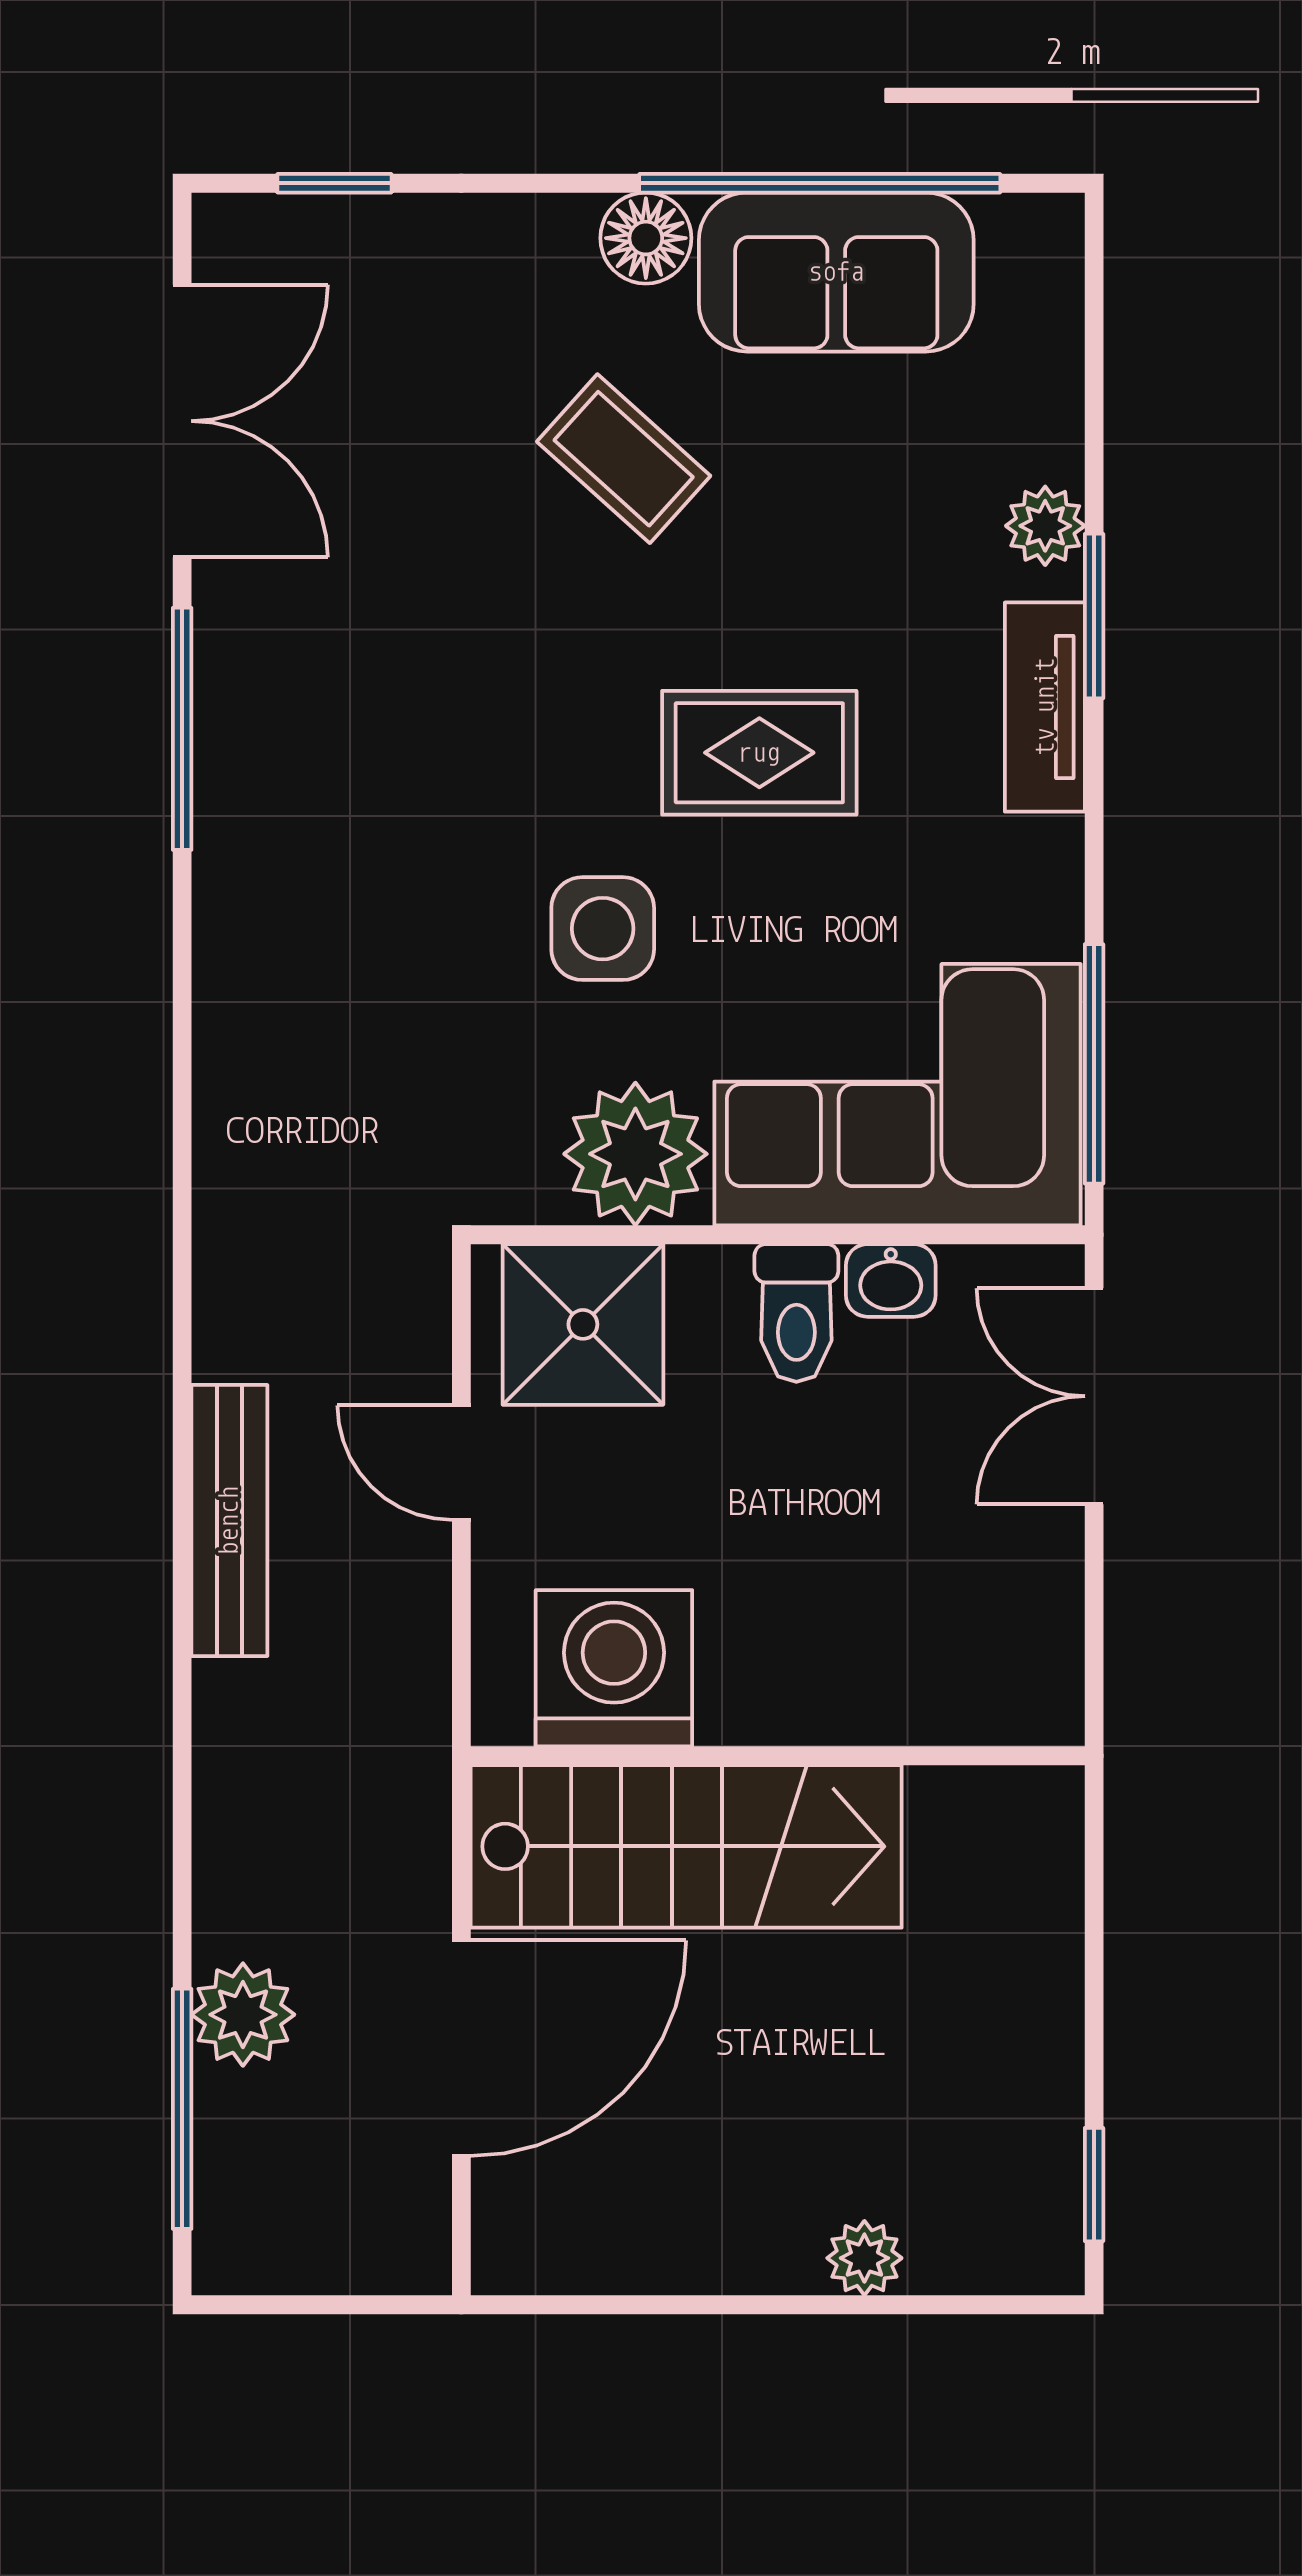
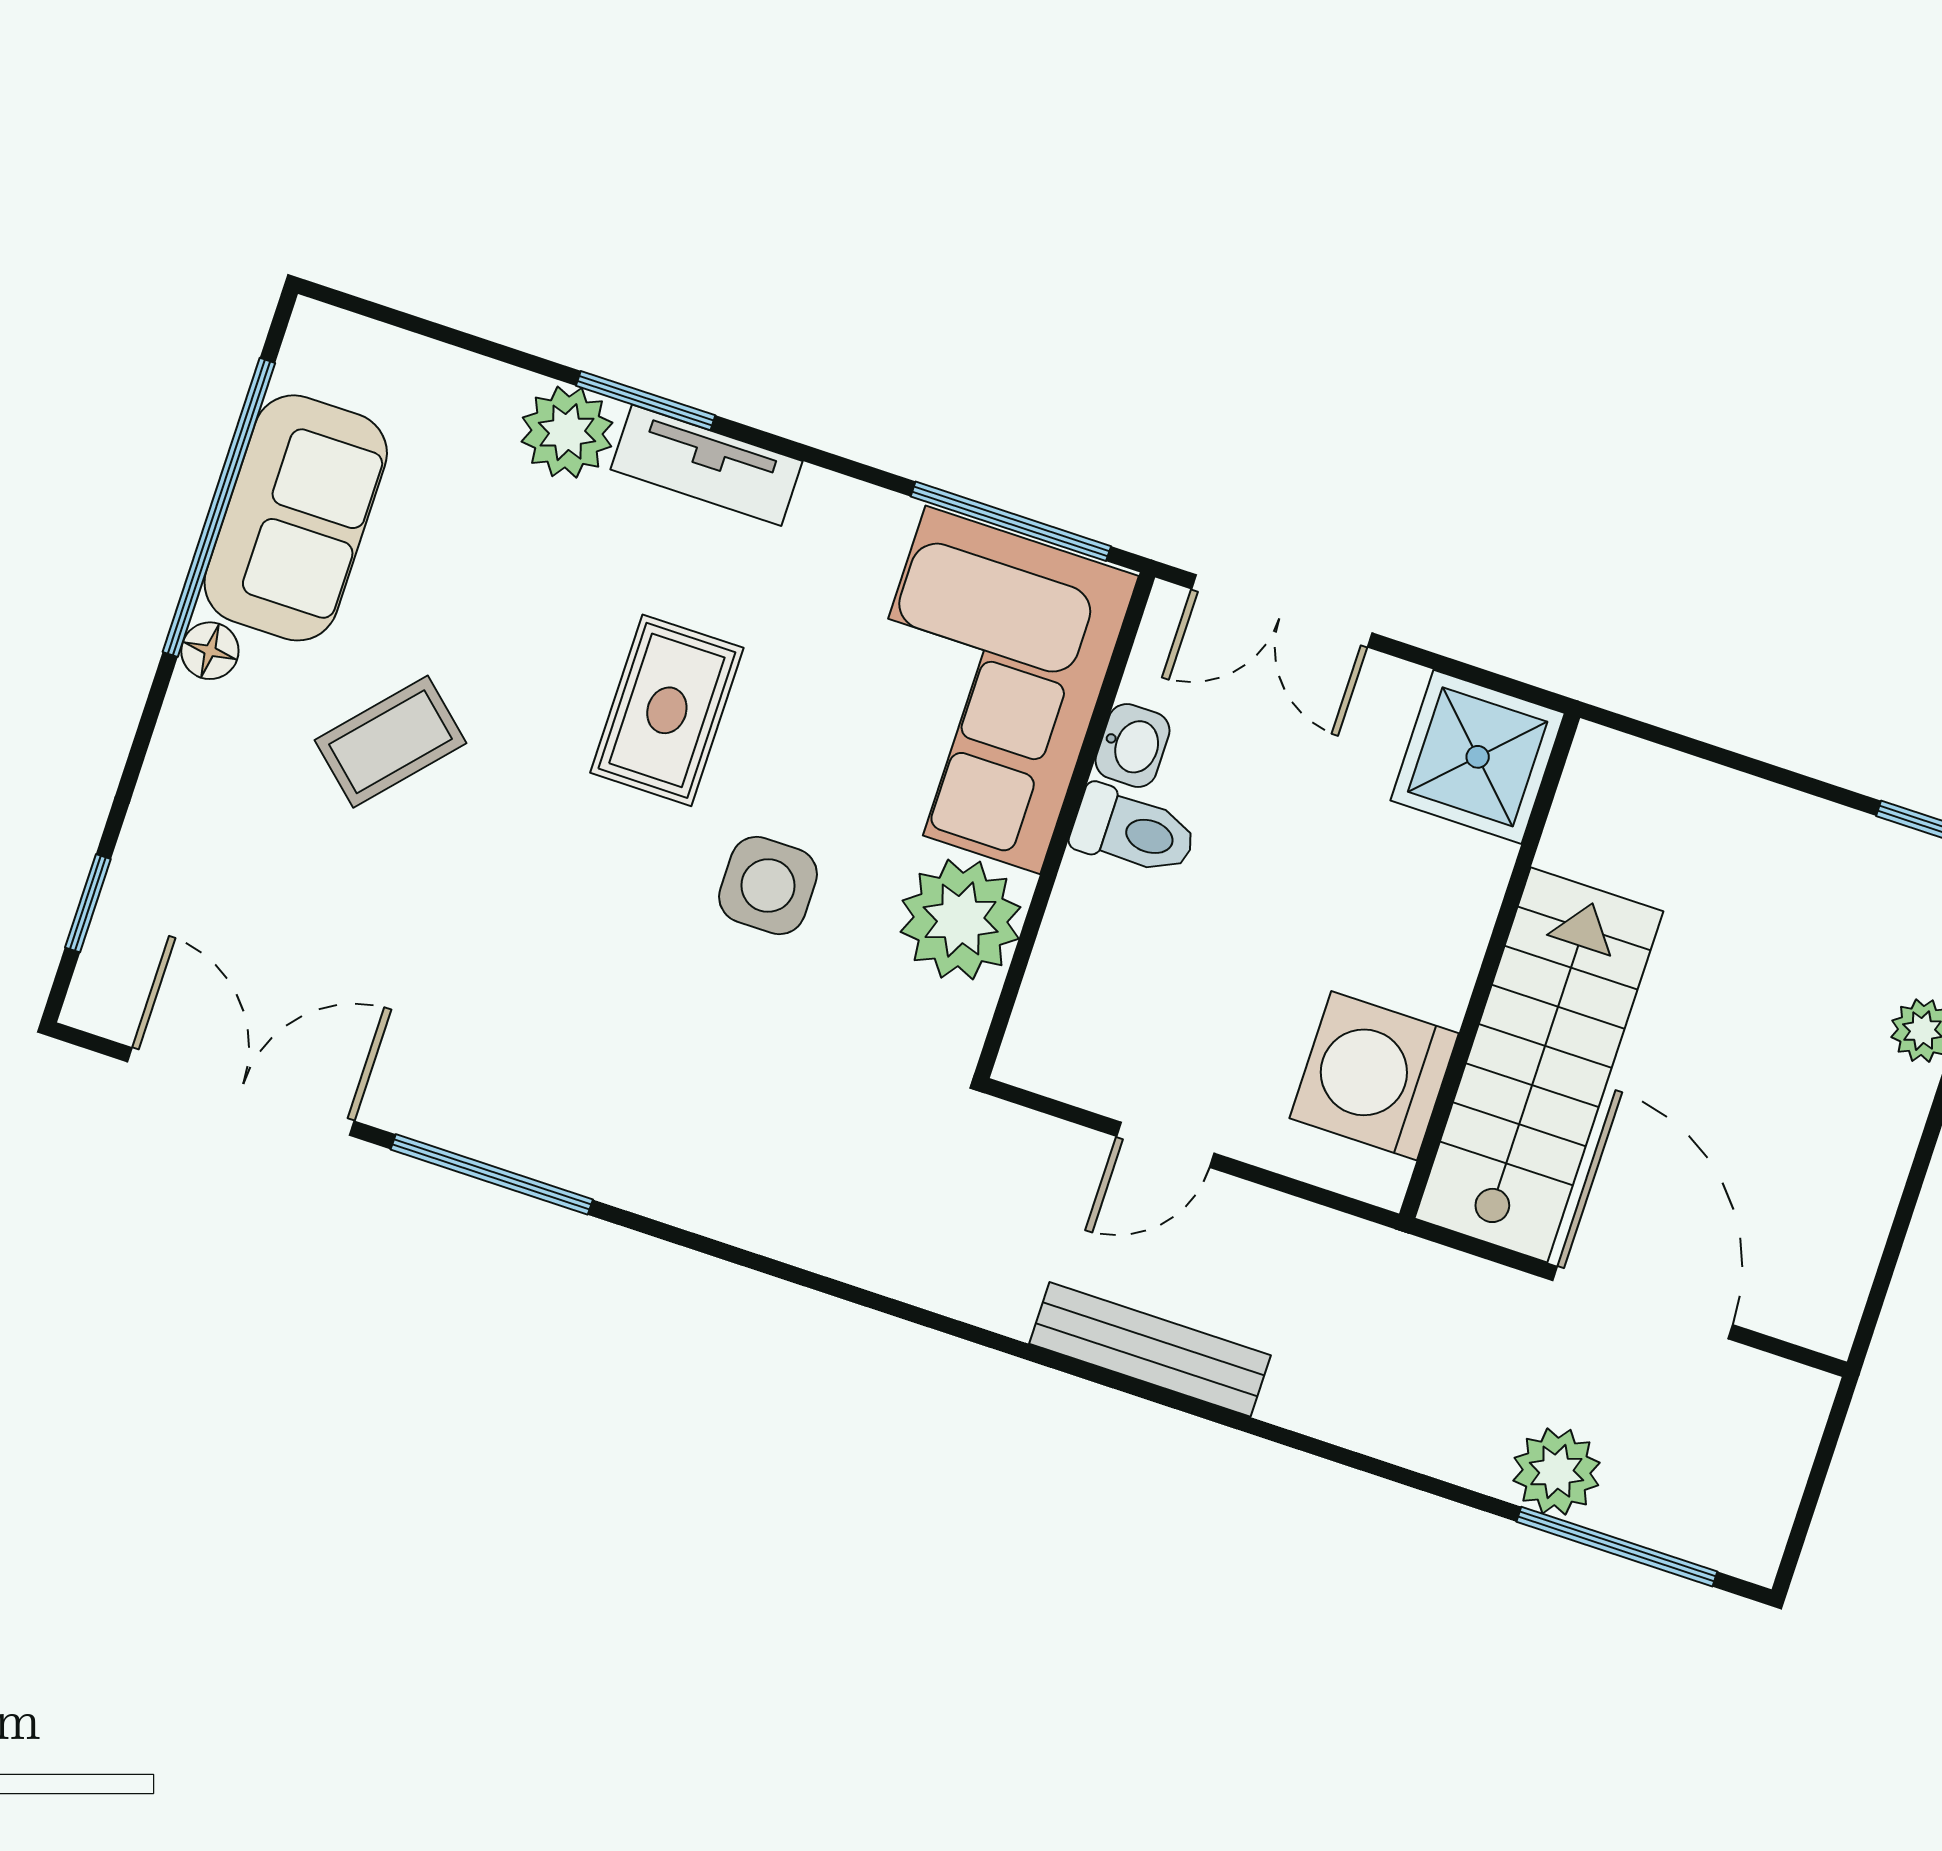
floor lamp: (646, 238) -> (210, 651), width x0.73, depth x0.73
plant: (1045, 526) -> (567, 432), width x1.38, depth x1.38
shower: (583, 1324) -> (1478, 757), moved

